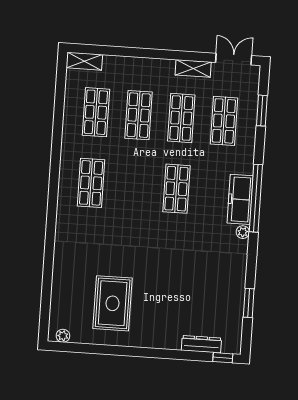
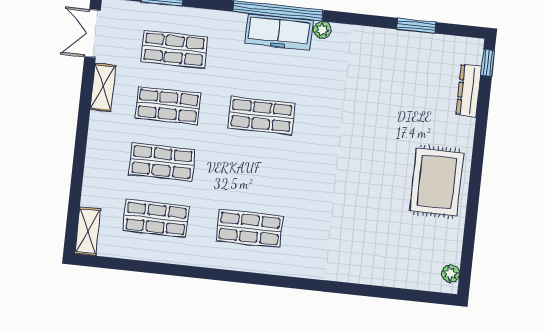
rug: (113, 303) -> (437, 182), moved, turned 90

